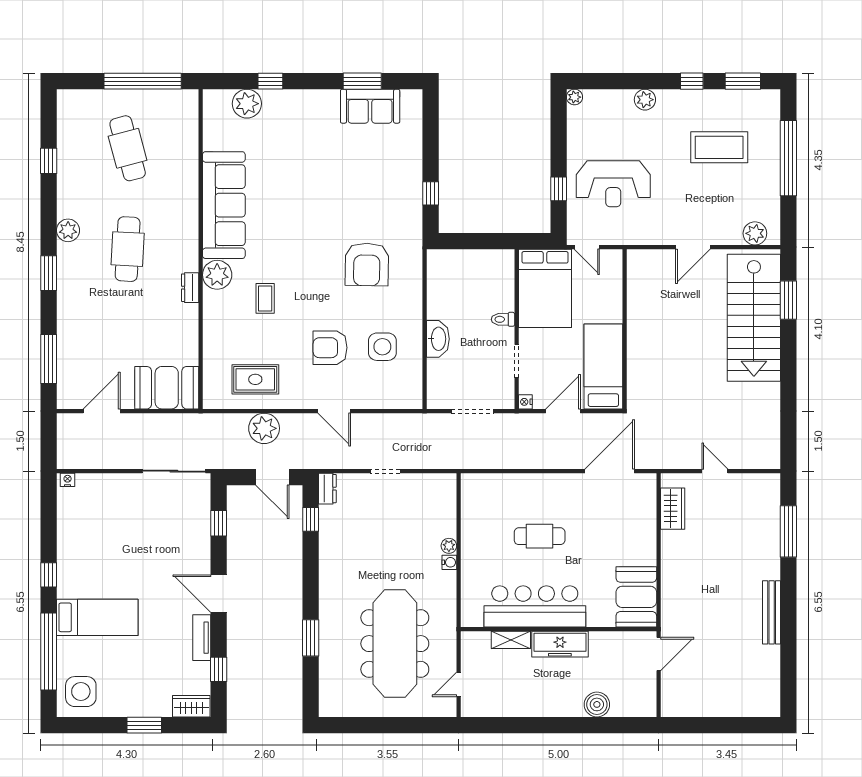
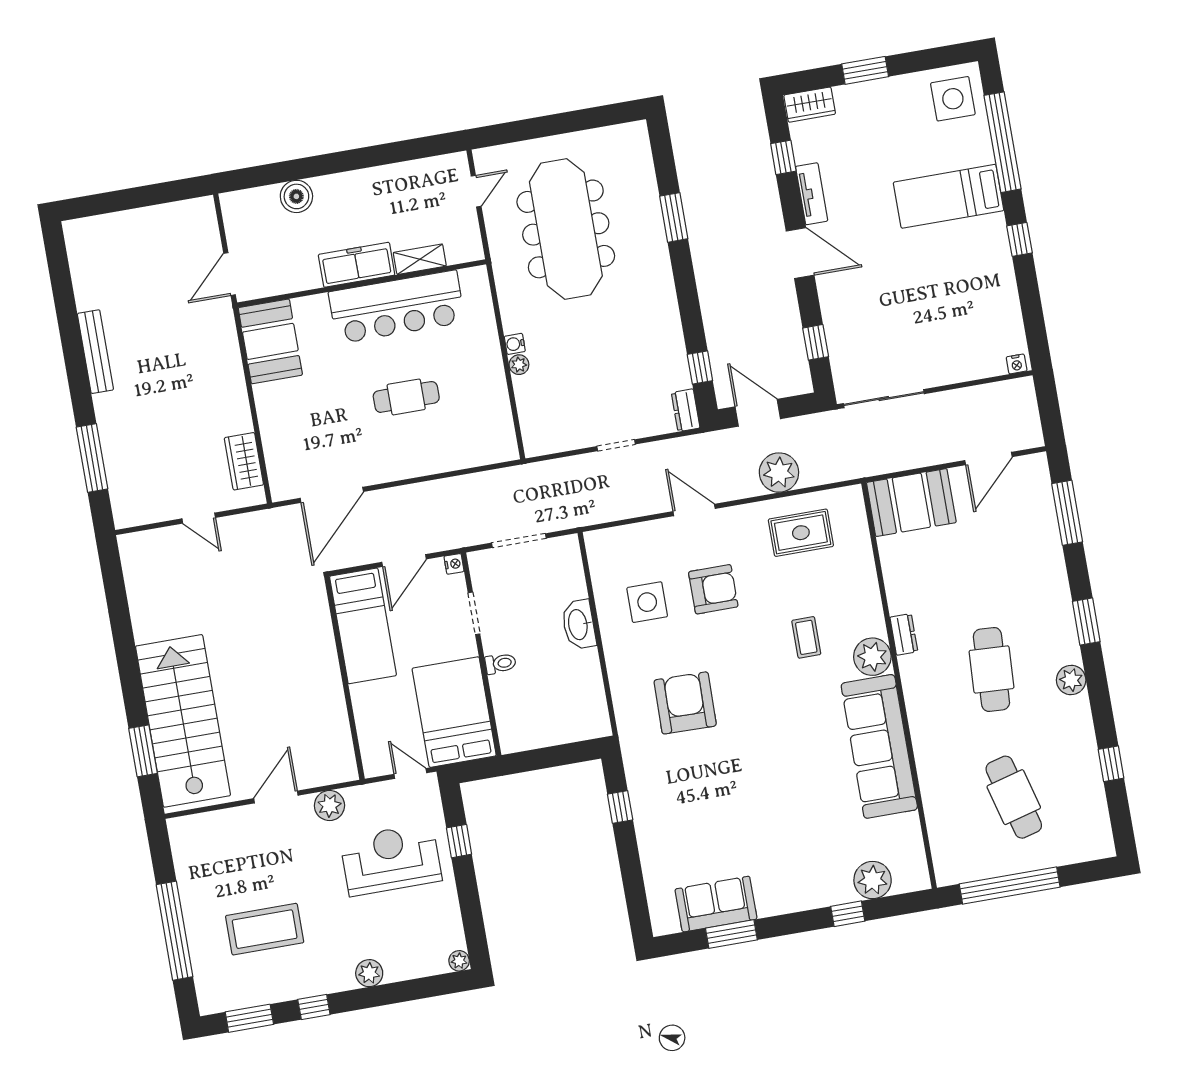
plant: (755, 233) -> (329, 805), moved

